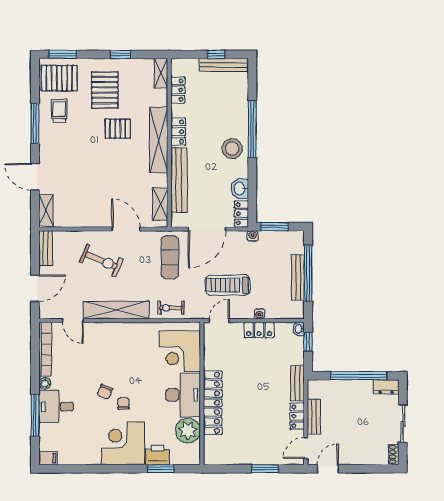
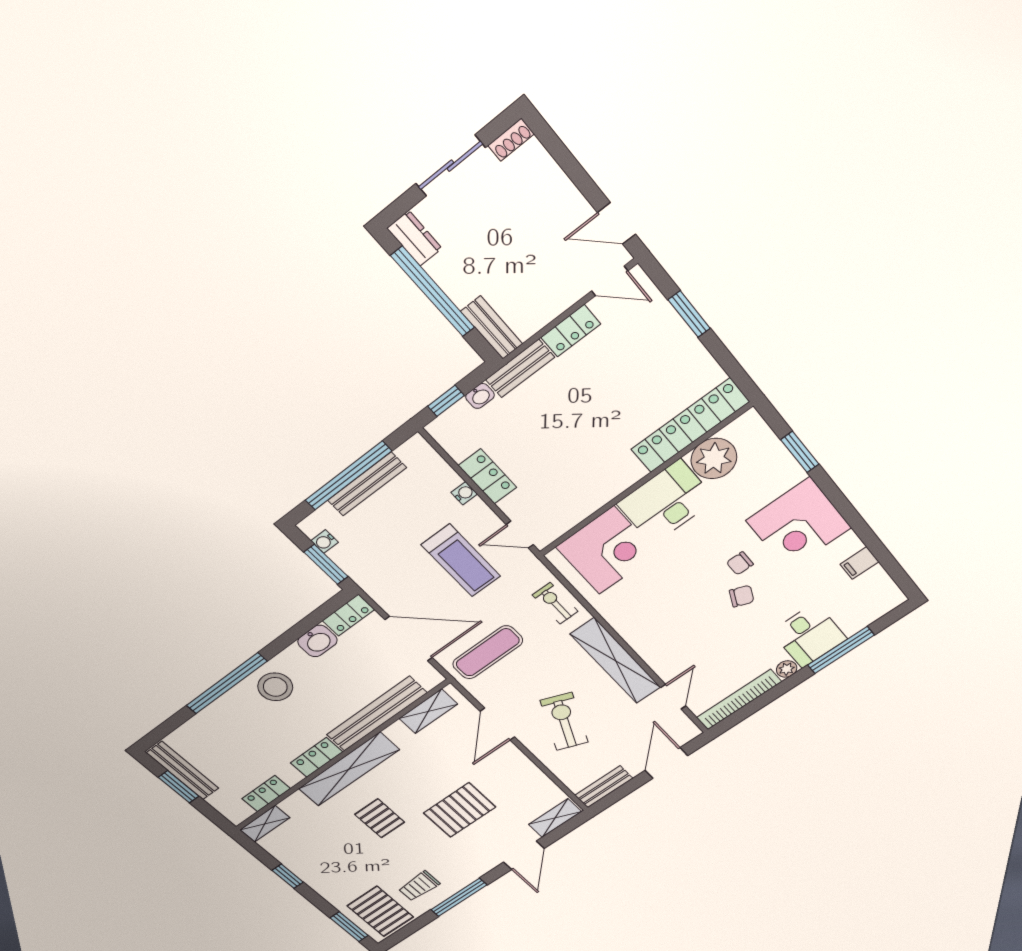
window: (216, 54) -> (179, 787), width x1.50
pallet: (105, 90) -> (460, 810), moved
water cooler: (253, 236) -> (325, 541), moved
door: (35, 288) -> (666, 763), hinge flipped
exercise bike: (171, 308) -> (555, 603), turned 180
washbasin: (299, 329) -> (480, 396), moved
locker: (213, 403) -> (690, 425), moved
bench: (314, 417) -> (492, 328), moved, turned 90
printer: (158, 455) -> (782, 470), removed
filing cabinet: (48, 458) -> (859, 563), moved, turned -90

